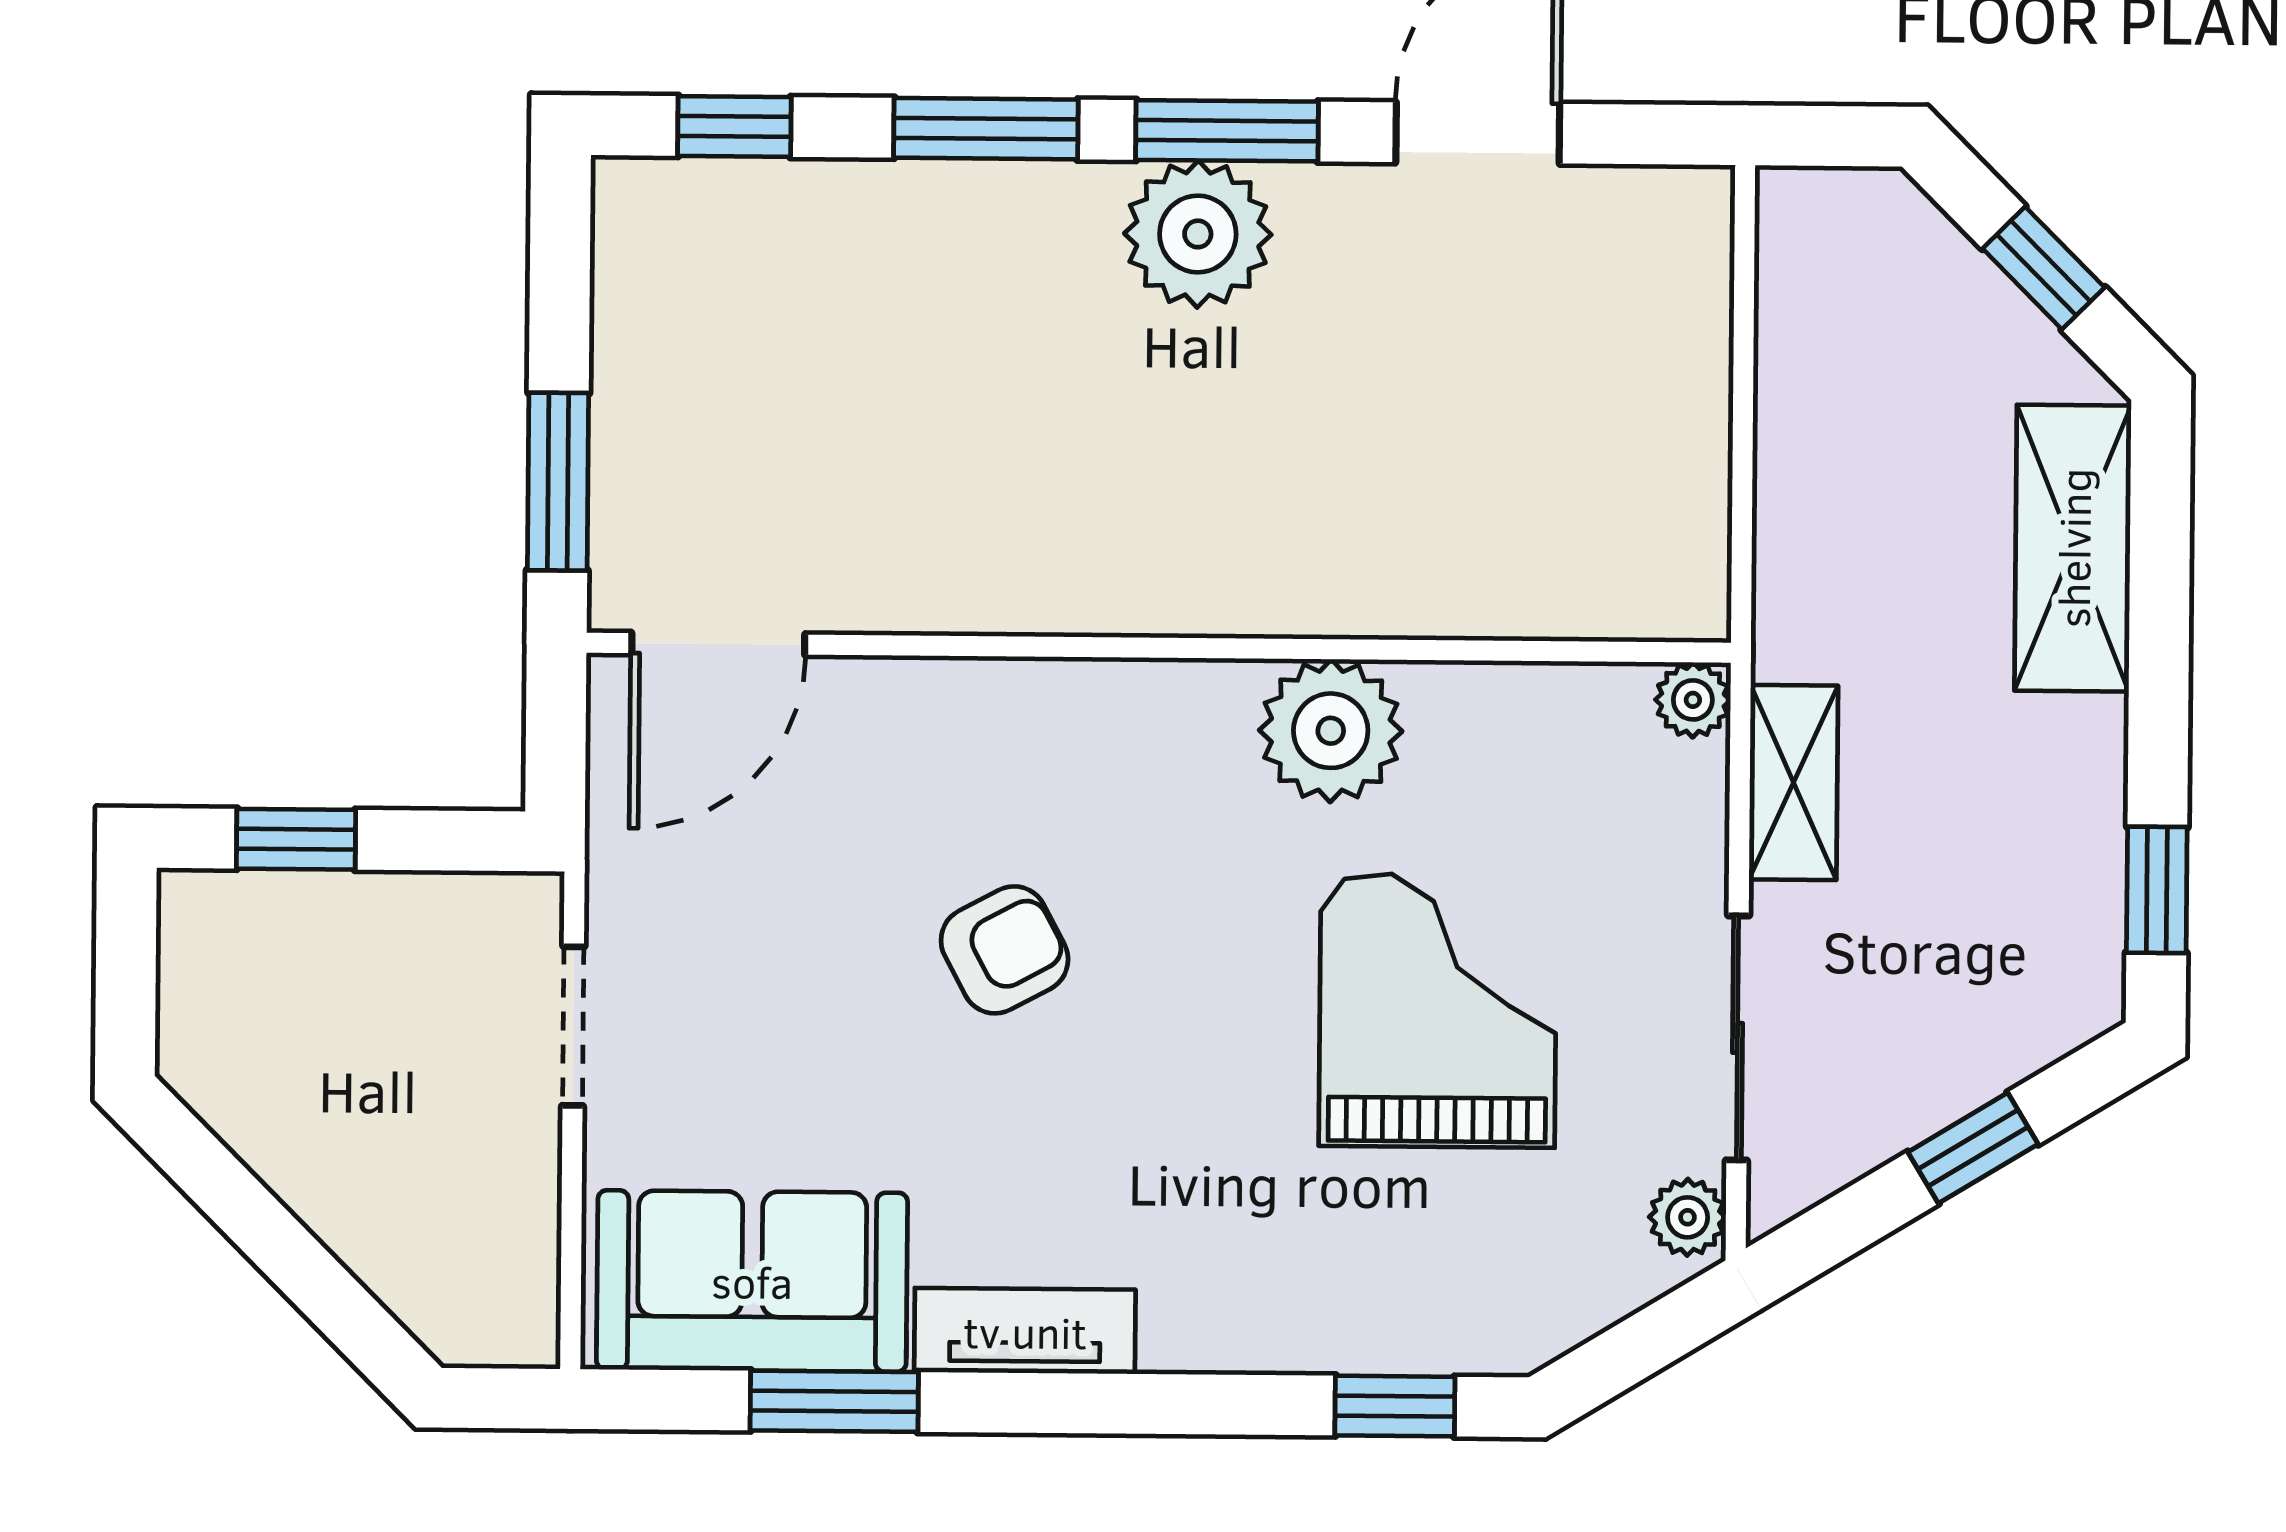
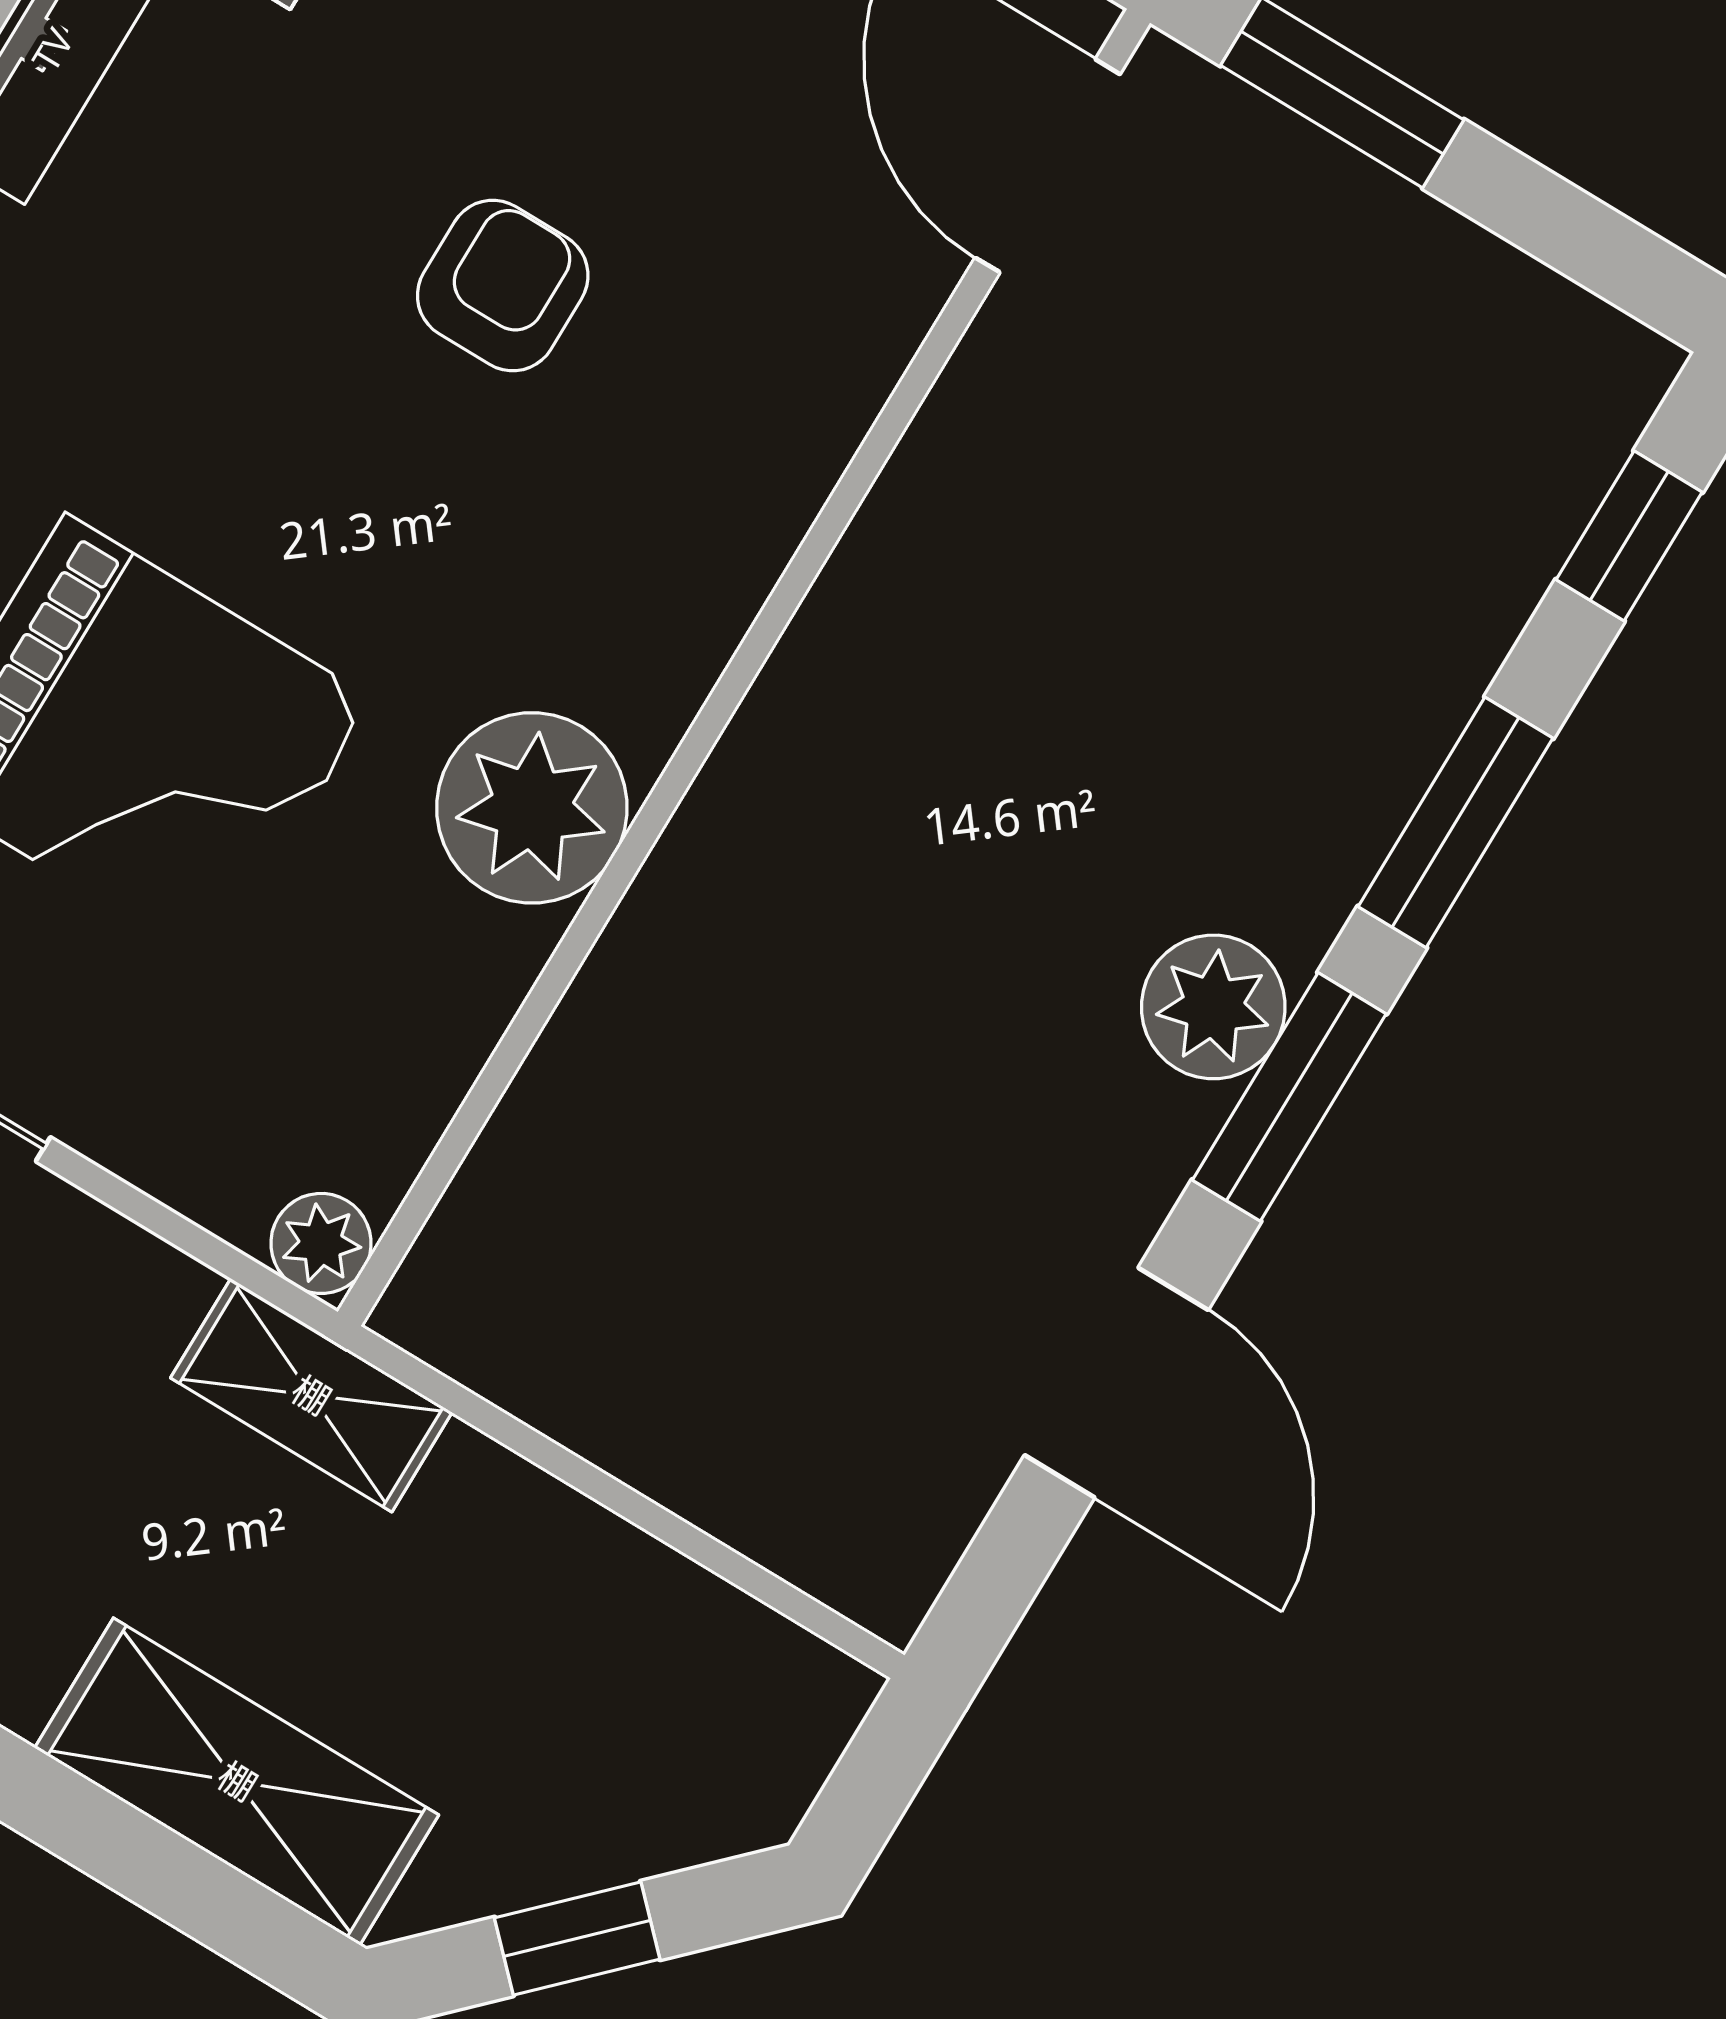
plant: (1198, 234) -> (1213, 1007), width x0.73, depth x0.73
shelving: (1793, 783) -> (311, 1395), moved
armchair: (1005, 950) -> (503, 286), turned -152

